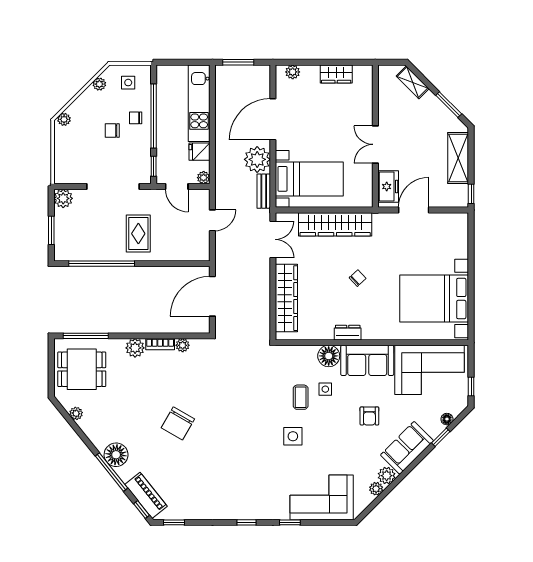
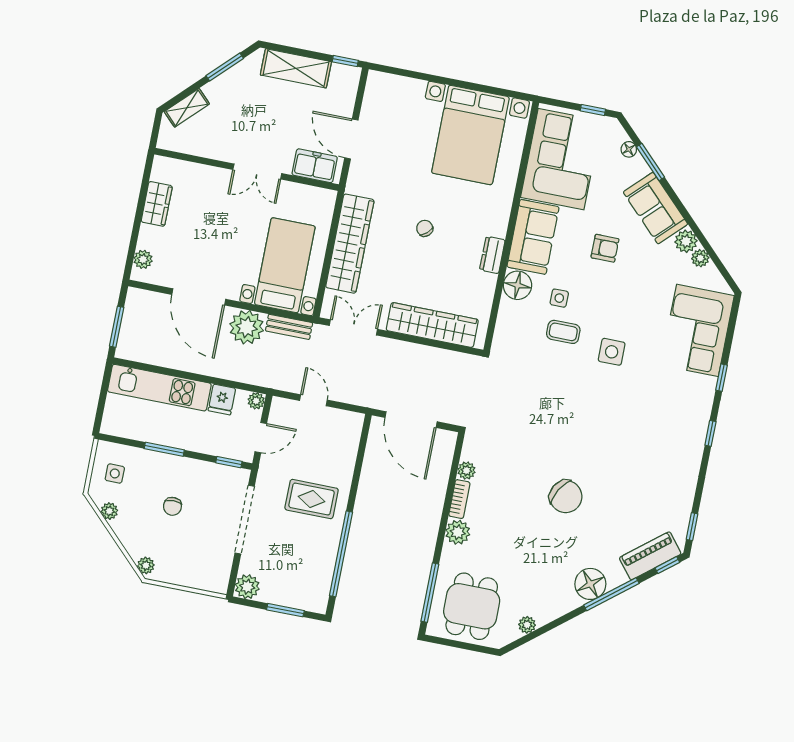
window: (154, 116) -> (164, 449), width x0.47
chair: (136, 118) -> (162, 473), removed
window: (441, 437) -> (651, 162), width x1.50

